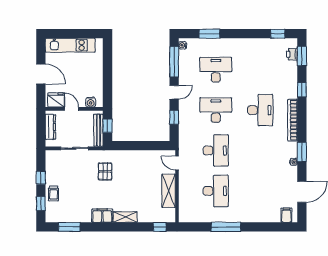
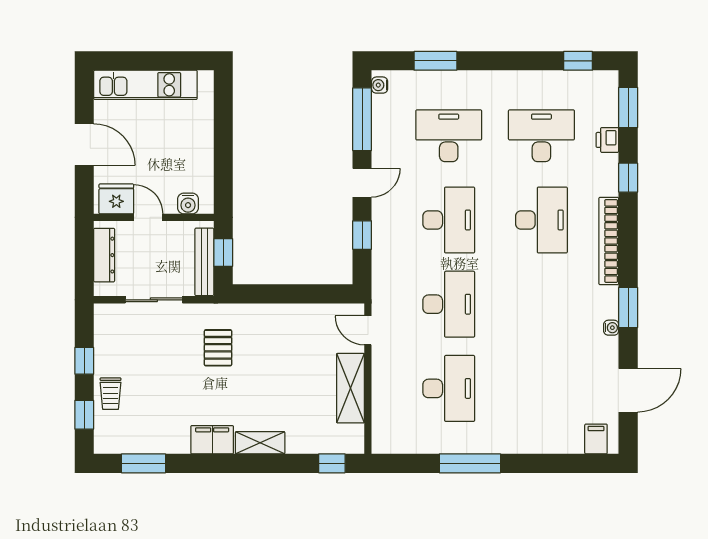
printer: (292, 54) -> (607, 140), moved
desk: (260, 70) -> (541, 136), added
desk: (216, 110) -> (449, 220), turned 90

